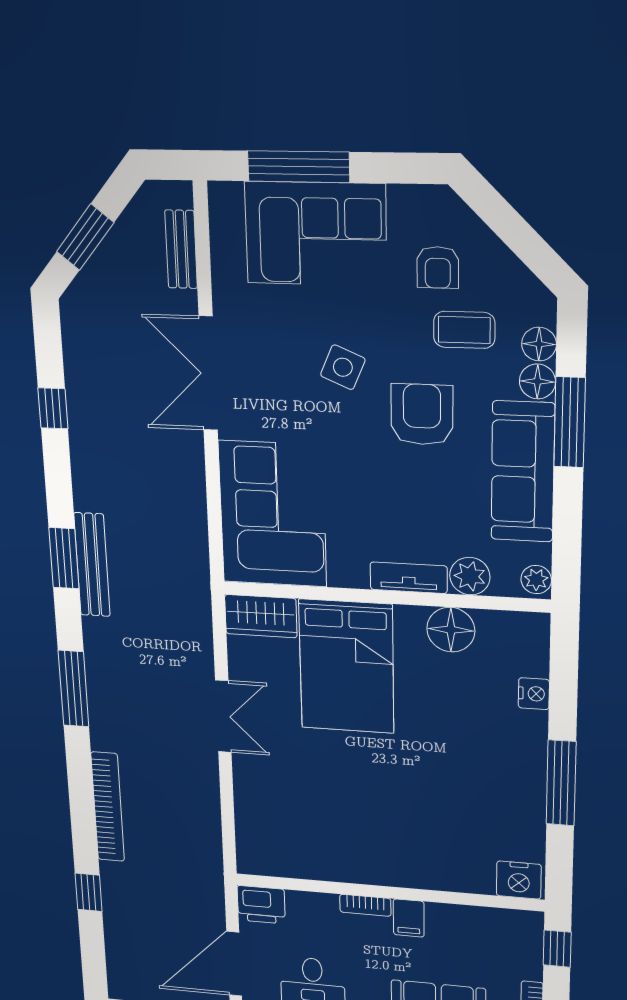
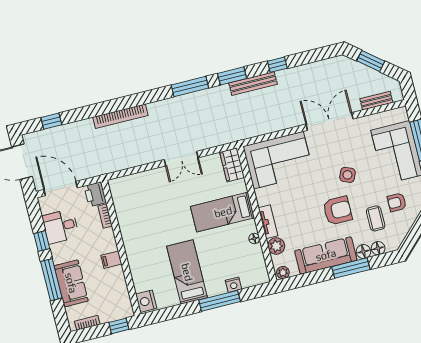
window: (53, 408) -> (277, 65), moved
bench: (92, 565) -> (253, 84), moved
floor lamp: (451, 630) -> (254, 238), width x0.53, depth x0.53
bed: (347, 667) -> (223, 212), width x0.67
window: (74, 689) -> (190, 86), moved
bed: (477, 780) -> (187, 272), added
window: (561, 783) -> (220, 301), moved
window: (89, 892) -> (51, 121), moved
bookcase: (365, 905) -> (105, 216), moved

